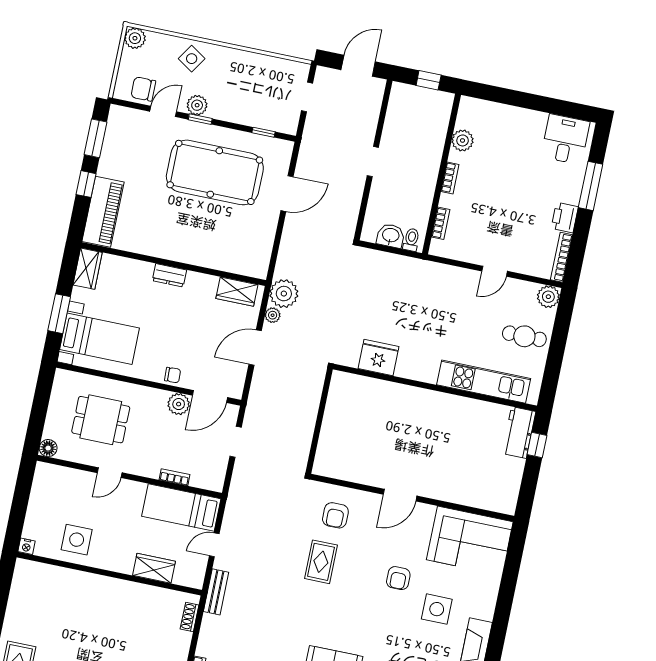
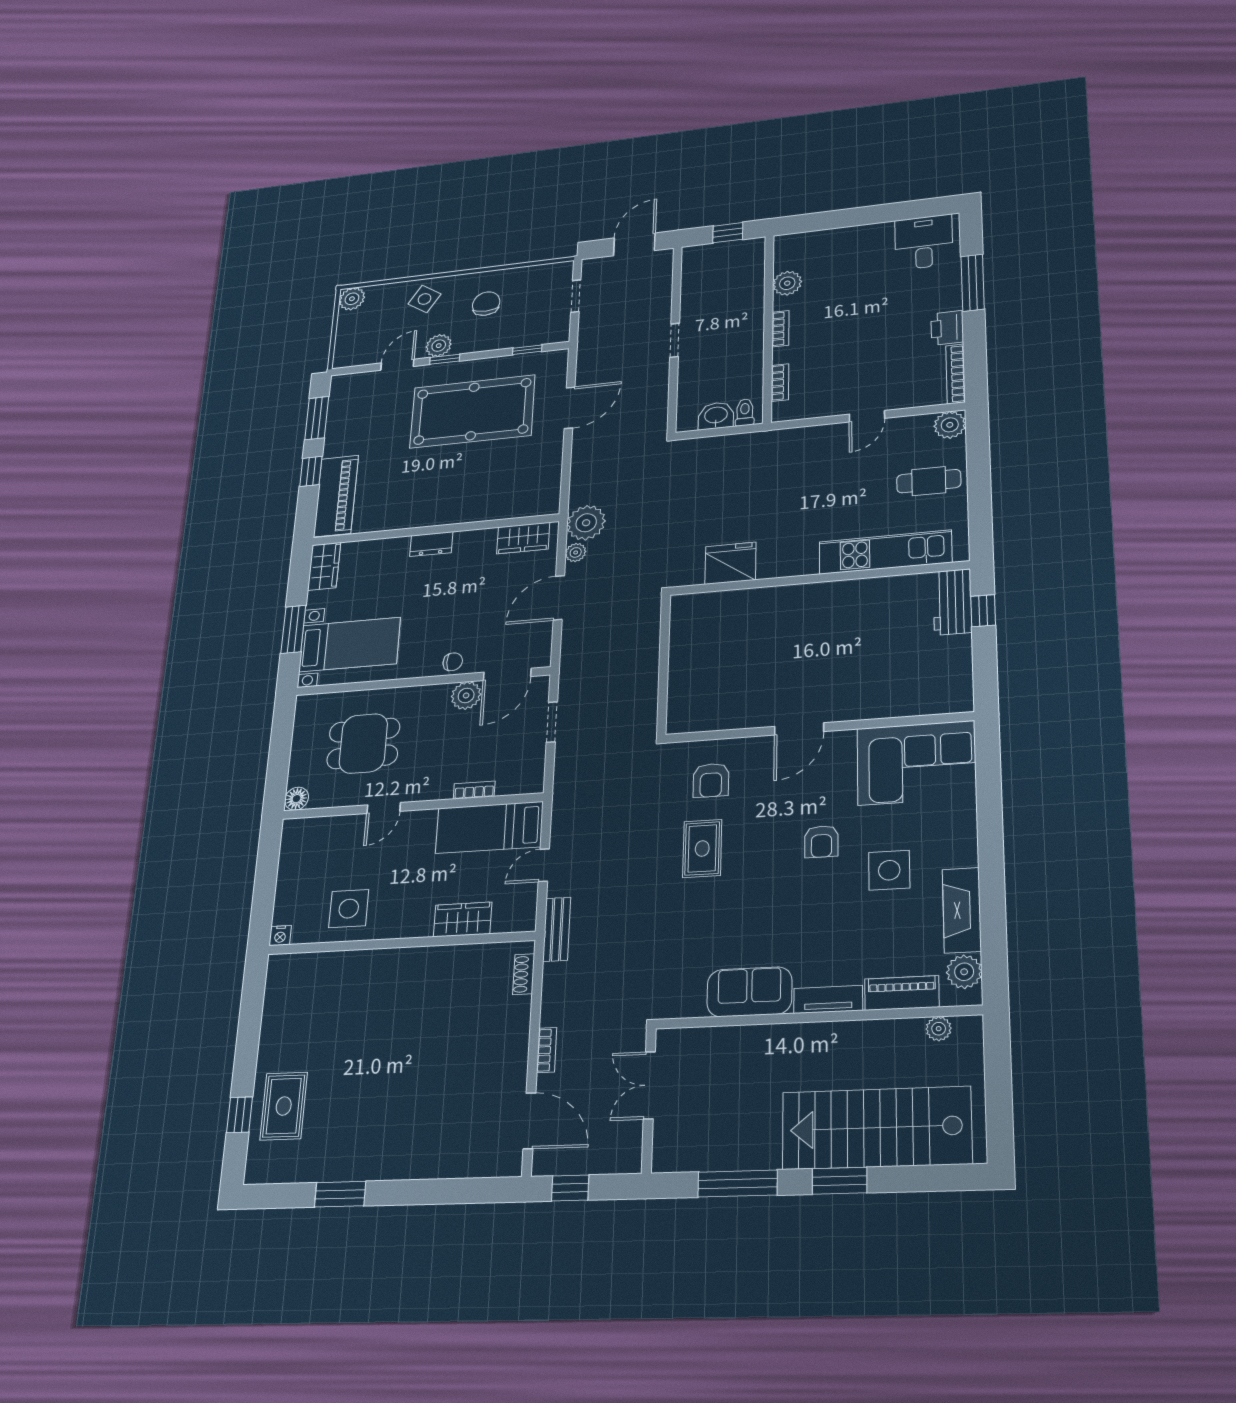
chair: (143, 89) -> (486, 304), moved, turned 90

